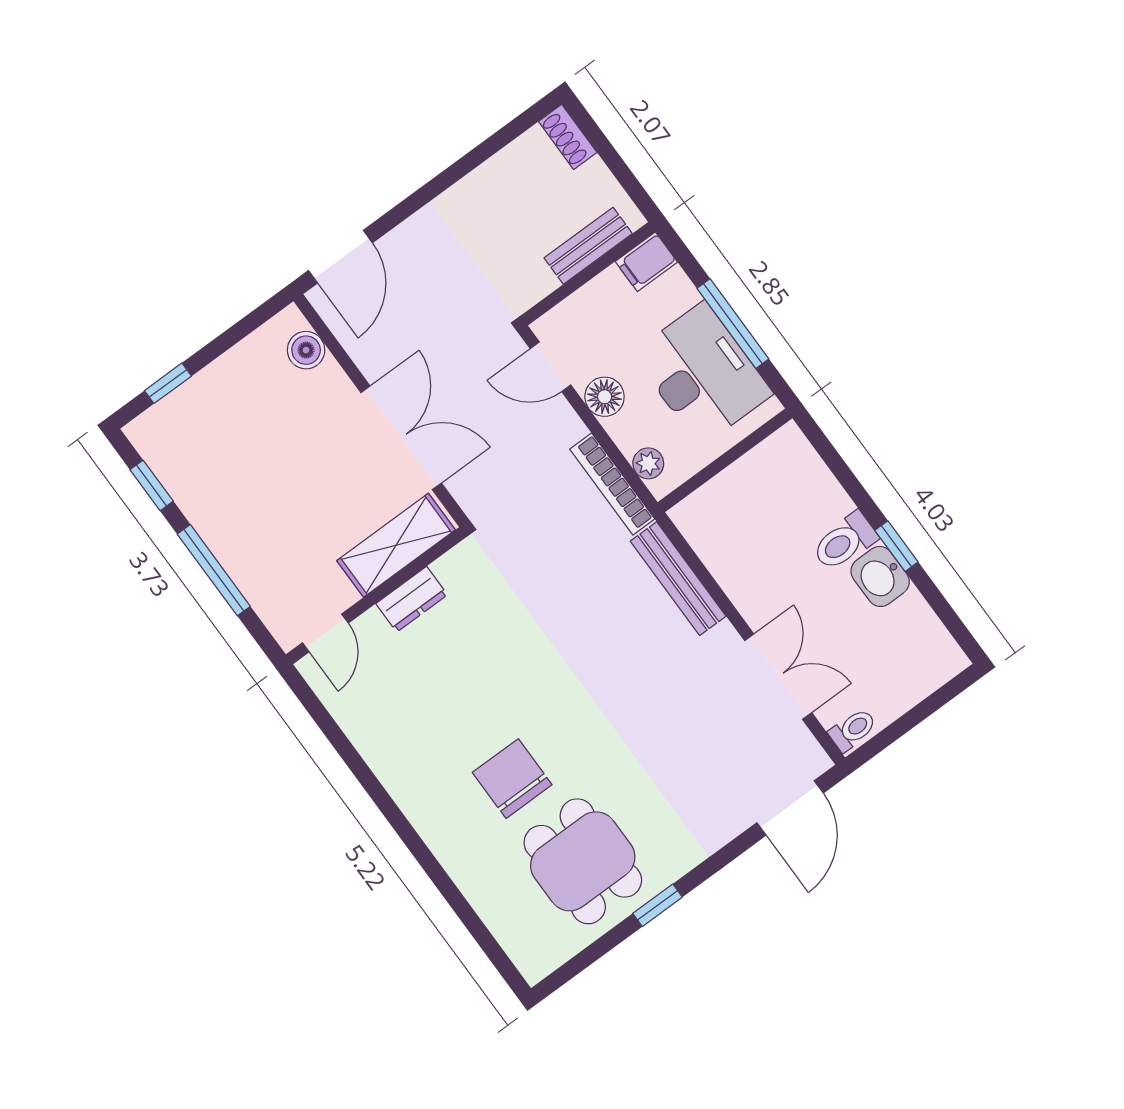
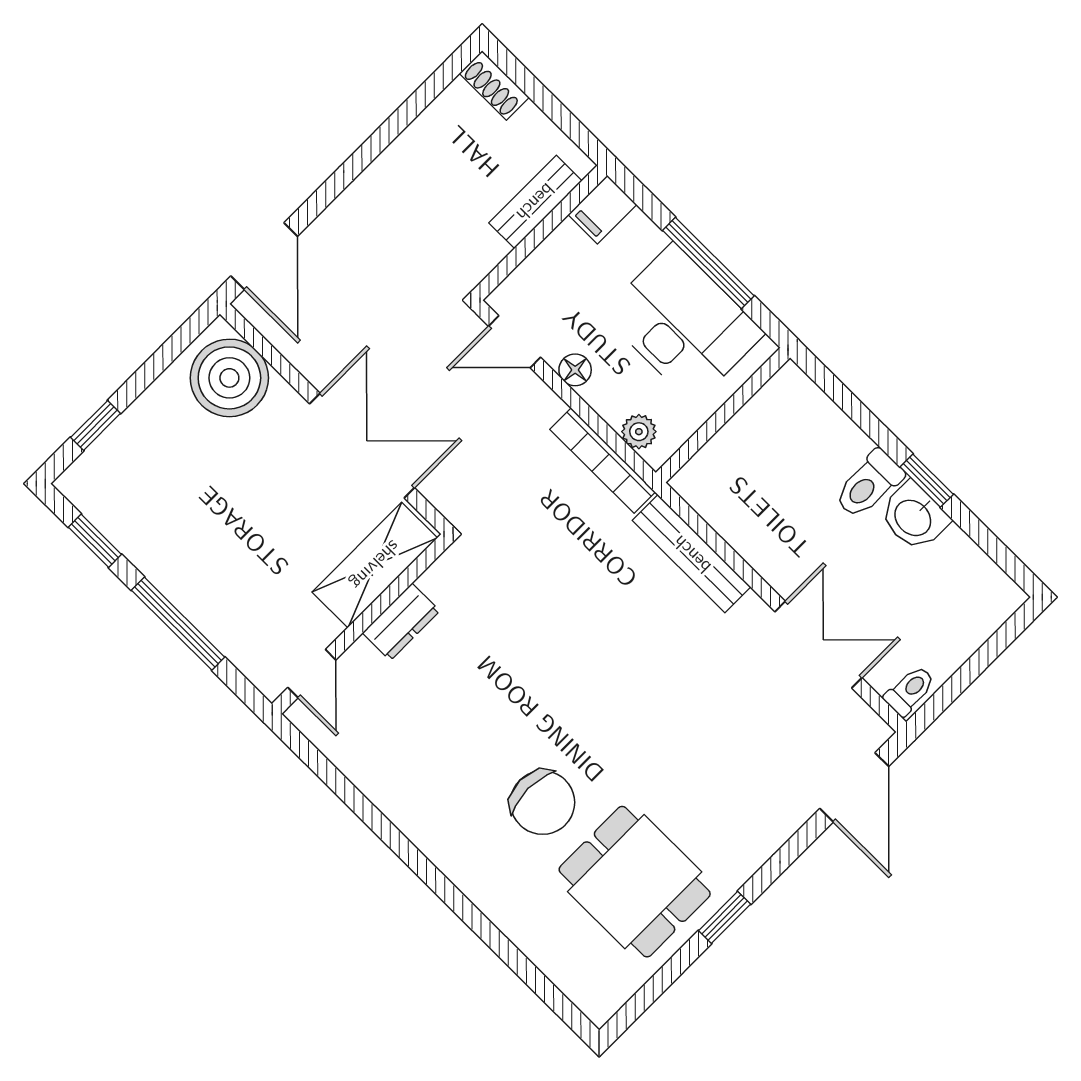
boiler: (306, 350) -> (229, 378), width x1.86, depth x1.86
floor lamp: (605, 397) -> (575, 370), width x0.73, depth x0.73
chair: (512, 779) -> (543, 803), turned 180

